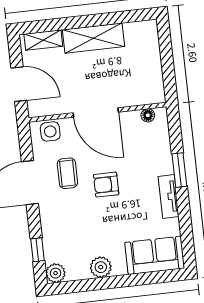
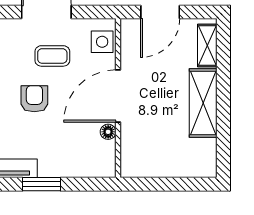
floor lamp: (148, 115) -> (108, 132), moved

